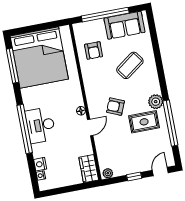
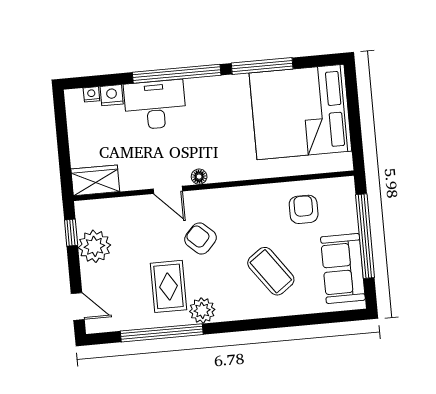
armchair: (94, 50) -> (304, 209), turned 90
window: (13, 66) -> (262, 66), moved
armchair: (115, 107) -> (200, 238), turned -70
desk: (41, 125) -> (155, 105), moved
plant: (108, 173) -> (94, 246), moved, width x1.87, depth x1.87
window: (134, 176) -> (71, 233), moved

